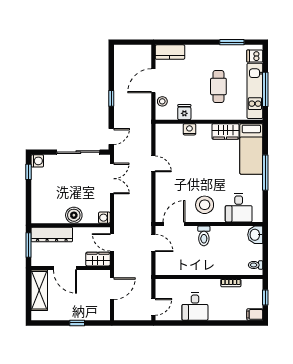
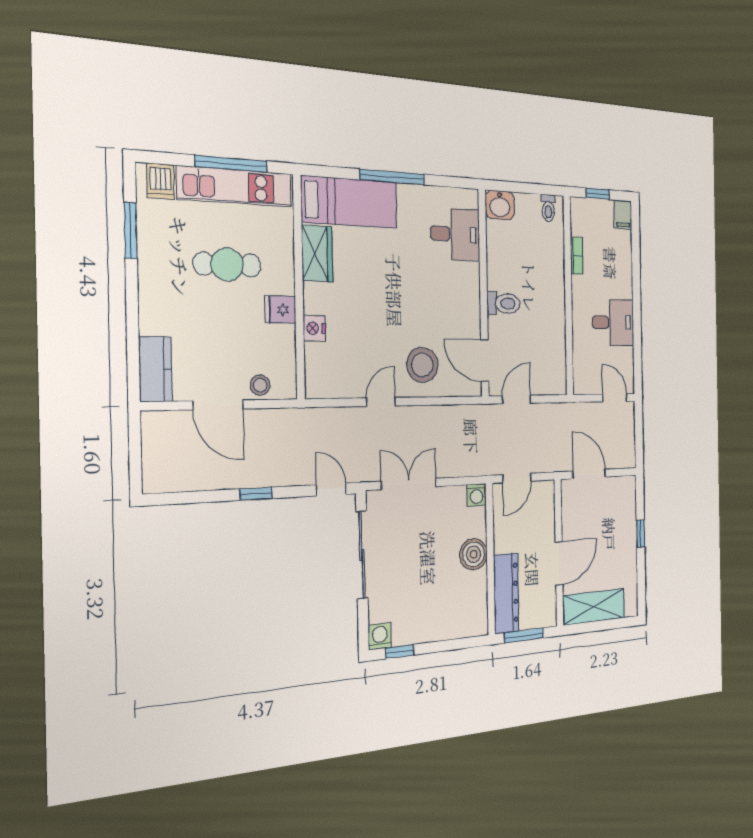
fridge: (184, 112) -> (280, 310), moved
stool: (205, 205) -> (422, 365), moved
wardrobe: (98, 259) -> (544, 503), removed

